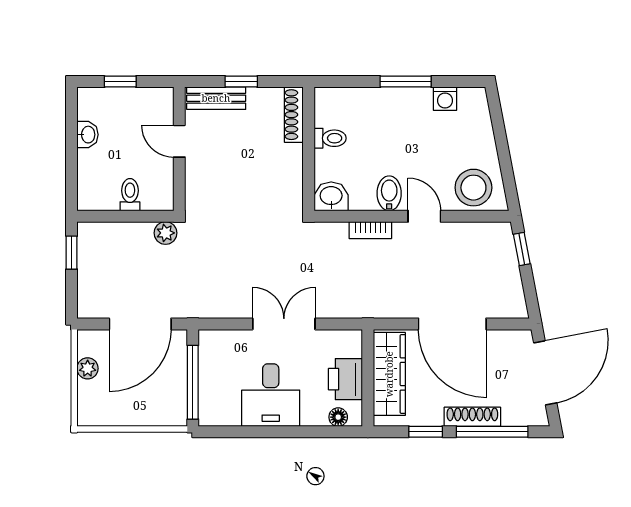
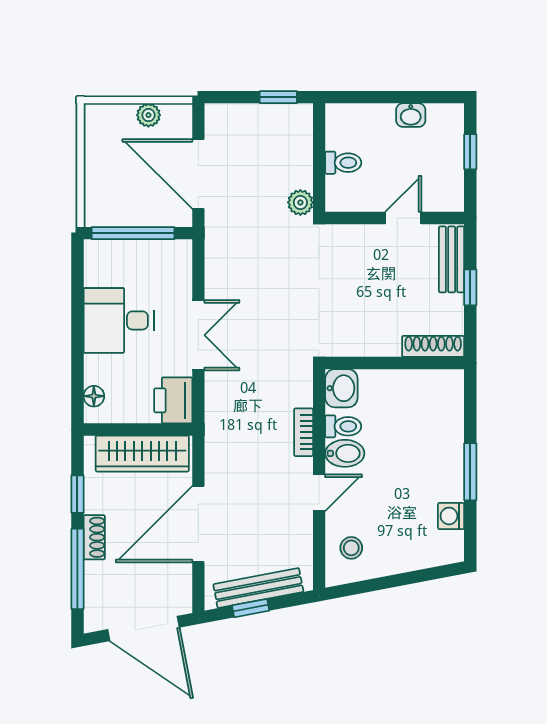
toilet: (330, 138) -> (343, 426), moved, turned -90
stool: (473, 188) -> (351, 548), width x0.53, depth x0.53
window: (522, 249) -> (251, 608), moved
bench: (509, 270) -> (258, 588), added
printer: (345, 379) -> (173, 400), moved, turned -90
shoe rack: (472, 417) -> (94, 537), width x0.70

